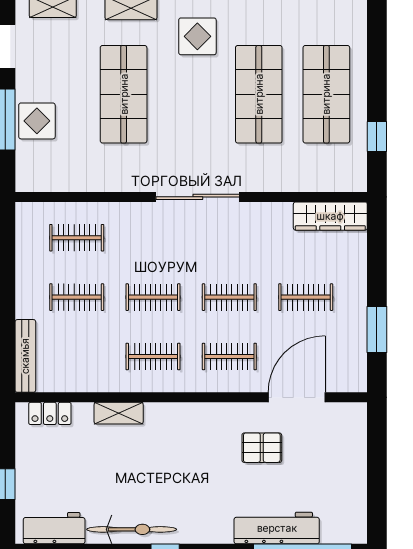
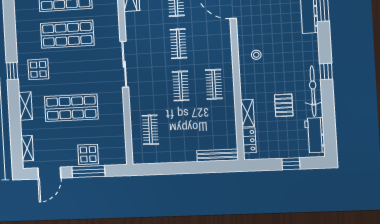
clothes rail: (77, 297) -> (183, 128), removed
clothes rail: (229, 356) -> (211, 42), removed
shelving: (119, 413) -> (247, 113), moved
stool: (201, 434) -> (256, 55), added
pallet: (262, 448) -> (284, 105), moved

